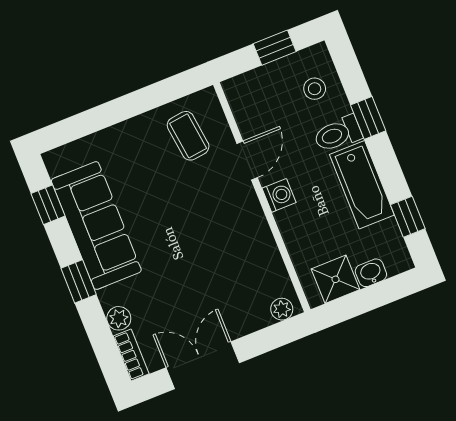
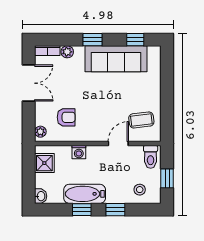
toilet: (338, 134) -> (151, 157), moved, turned 180
door: (247, 161) -> (118, 144), swing flipped
washing machine: (279, 195) -> (79, 152), moved
window: (408, 217) -> (82, 210), moved
armchair: (237, 273) -> (66, 117), added
washbasin: (371, 273) -> (41, 196), moved

